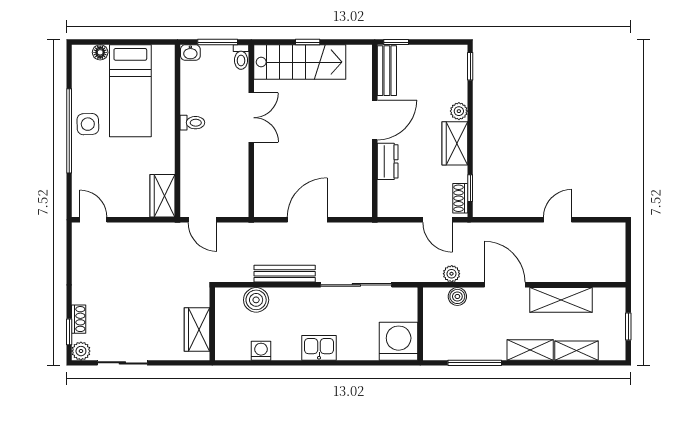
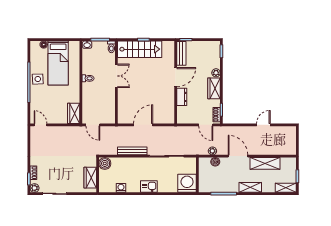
boiler: (256, 300) -> (105, 163), moved
shelving: (577, 351) -> (286, 188), moved

